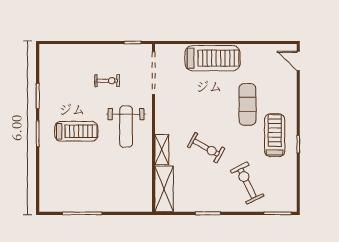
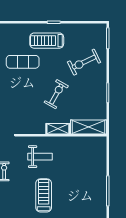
weight bench: (126, 127) -> (40, 157), width x0.73, depth x0.75

